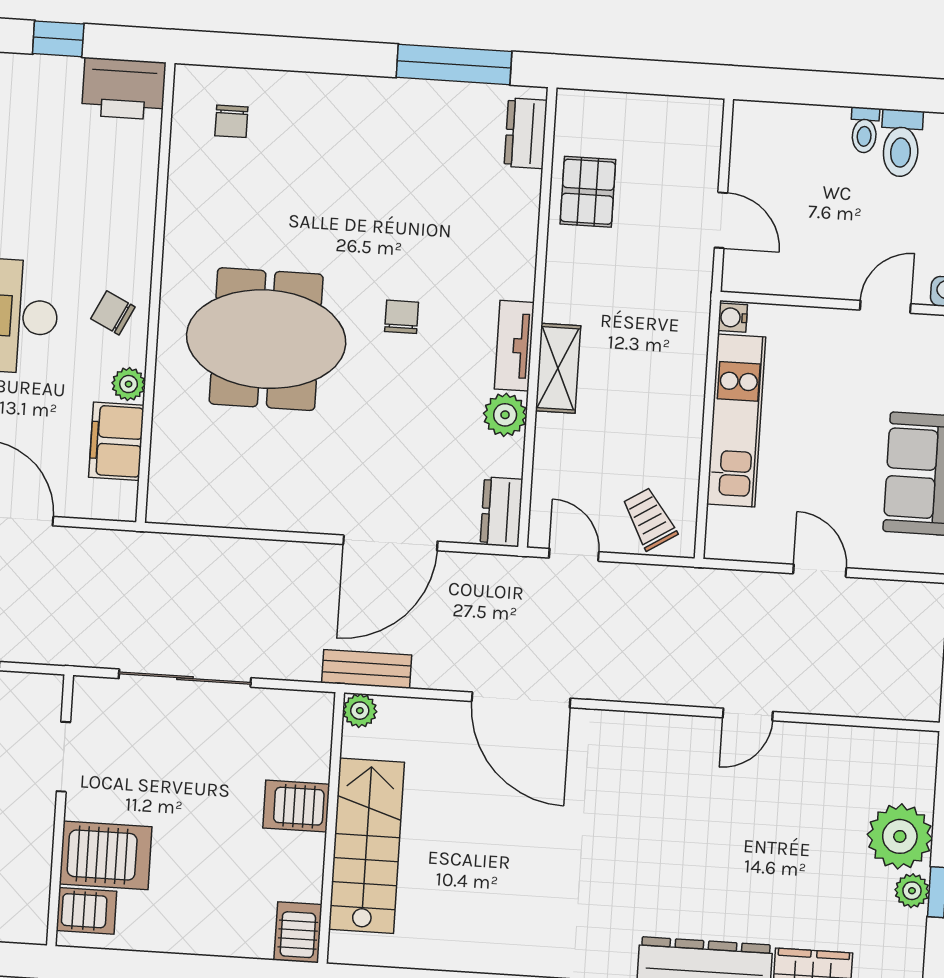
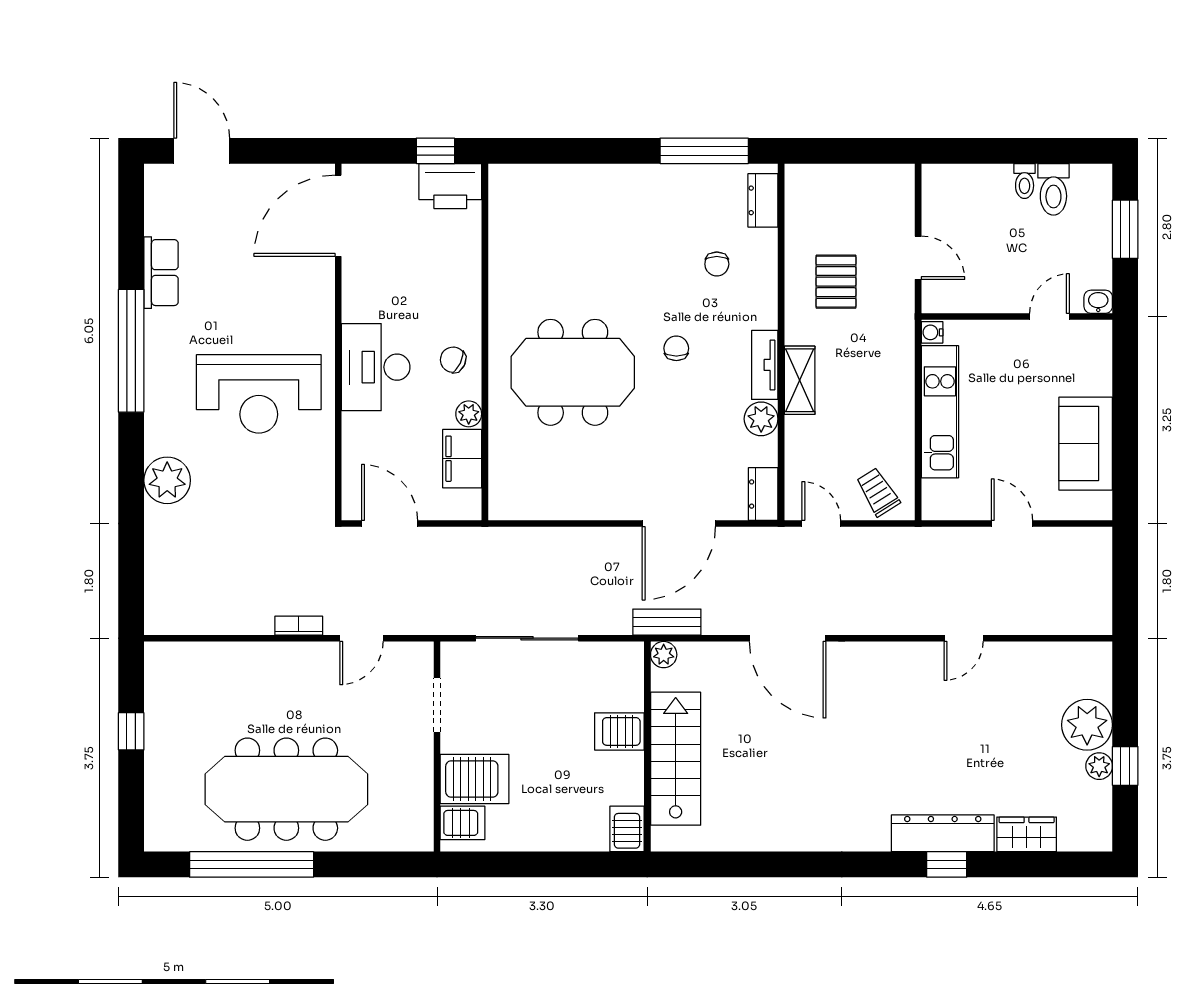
window: (58, 39) -> (435, 151), moved
chair: (231, 121) -> (717, 264), moved
pallet: (588, 192) -> (836, 282), moved

